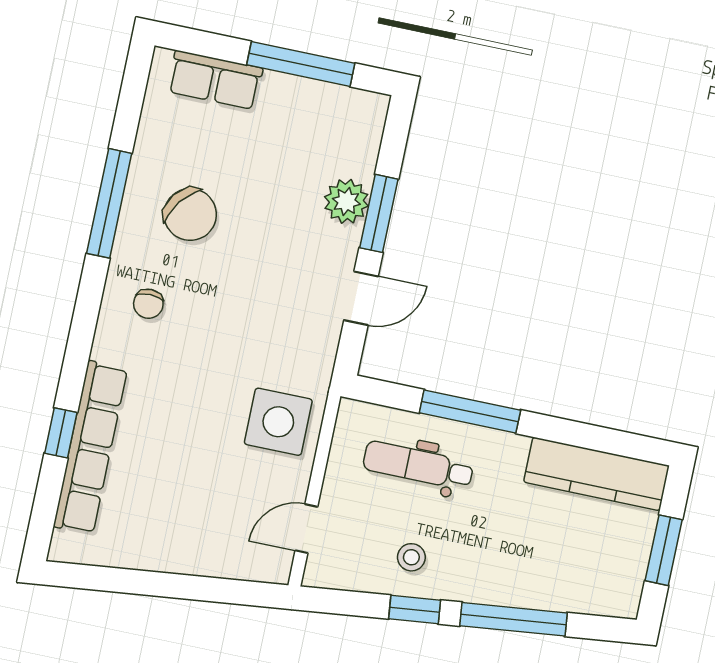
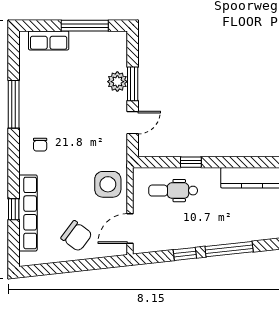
chair: (190, 214) -> (77, 236), moved
window: (470, 411) -> (191, 162), width x0.46
door: (306, 529) -> (130, 229), width x1.38
stool: (411, 557) -> (179, 231), removed

